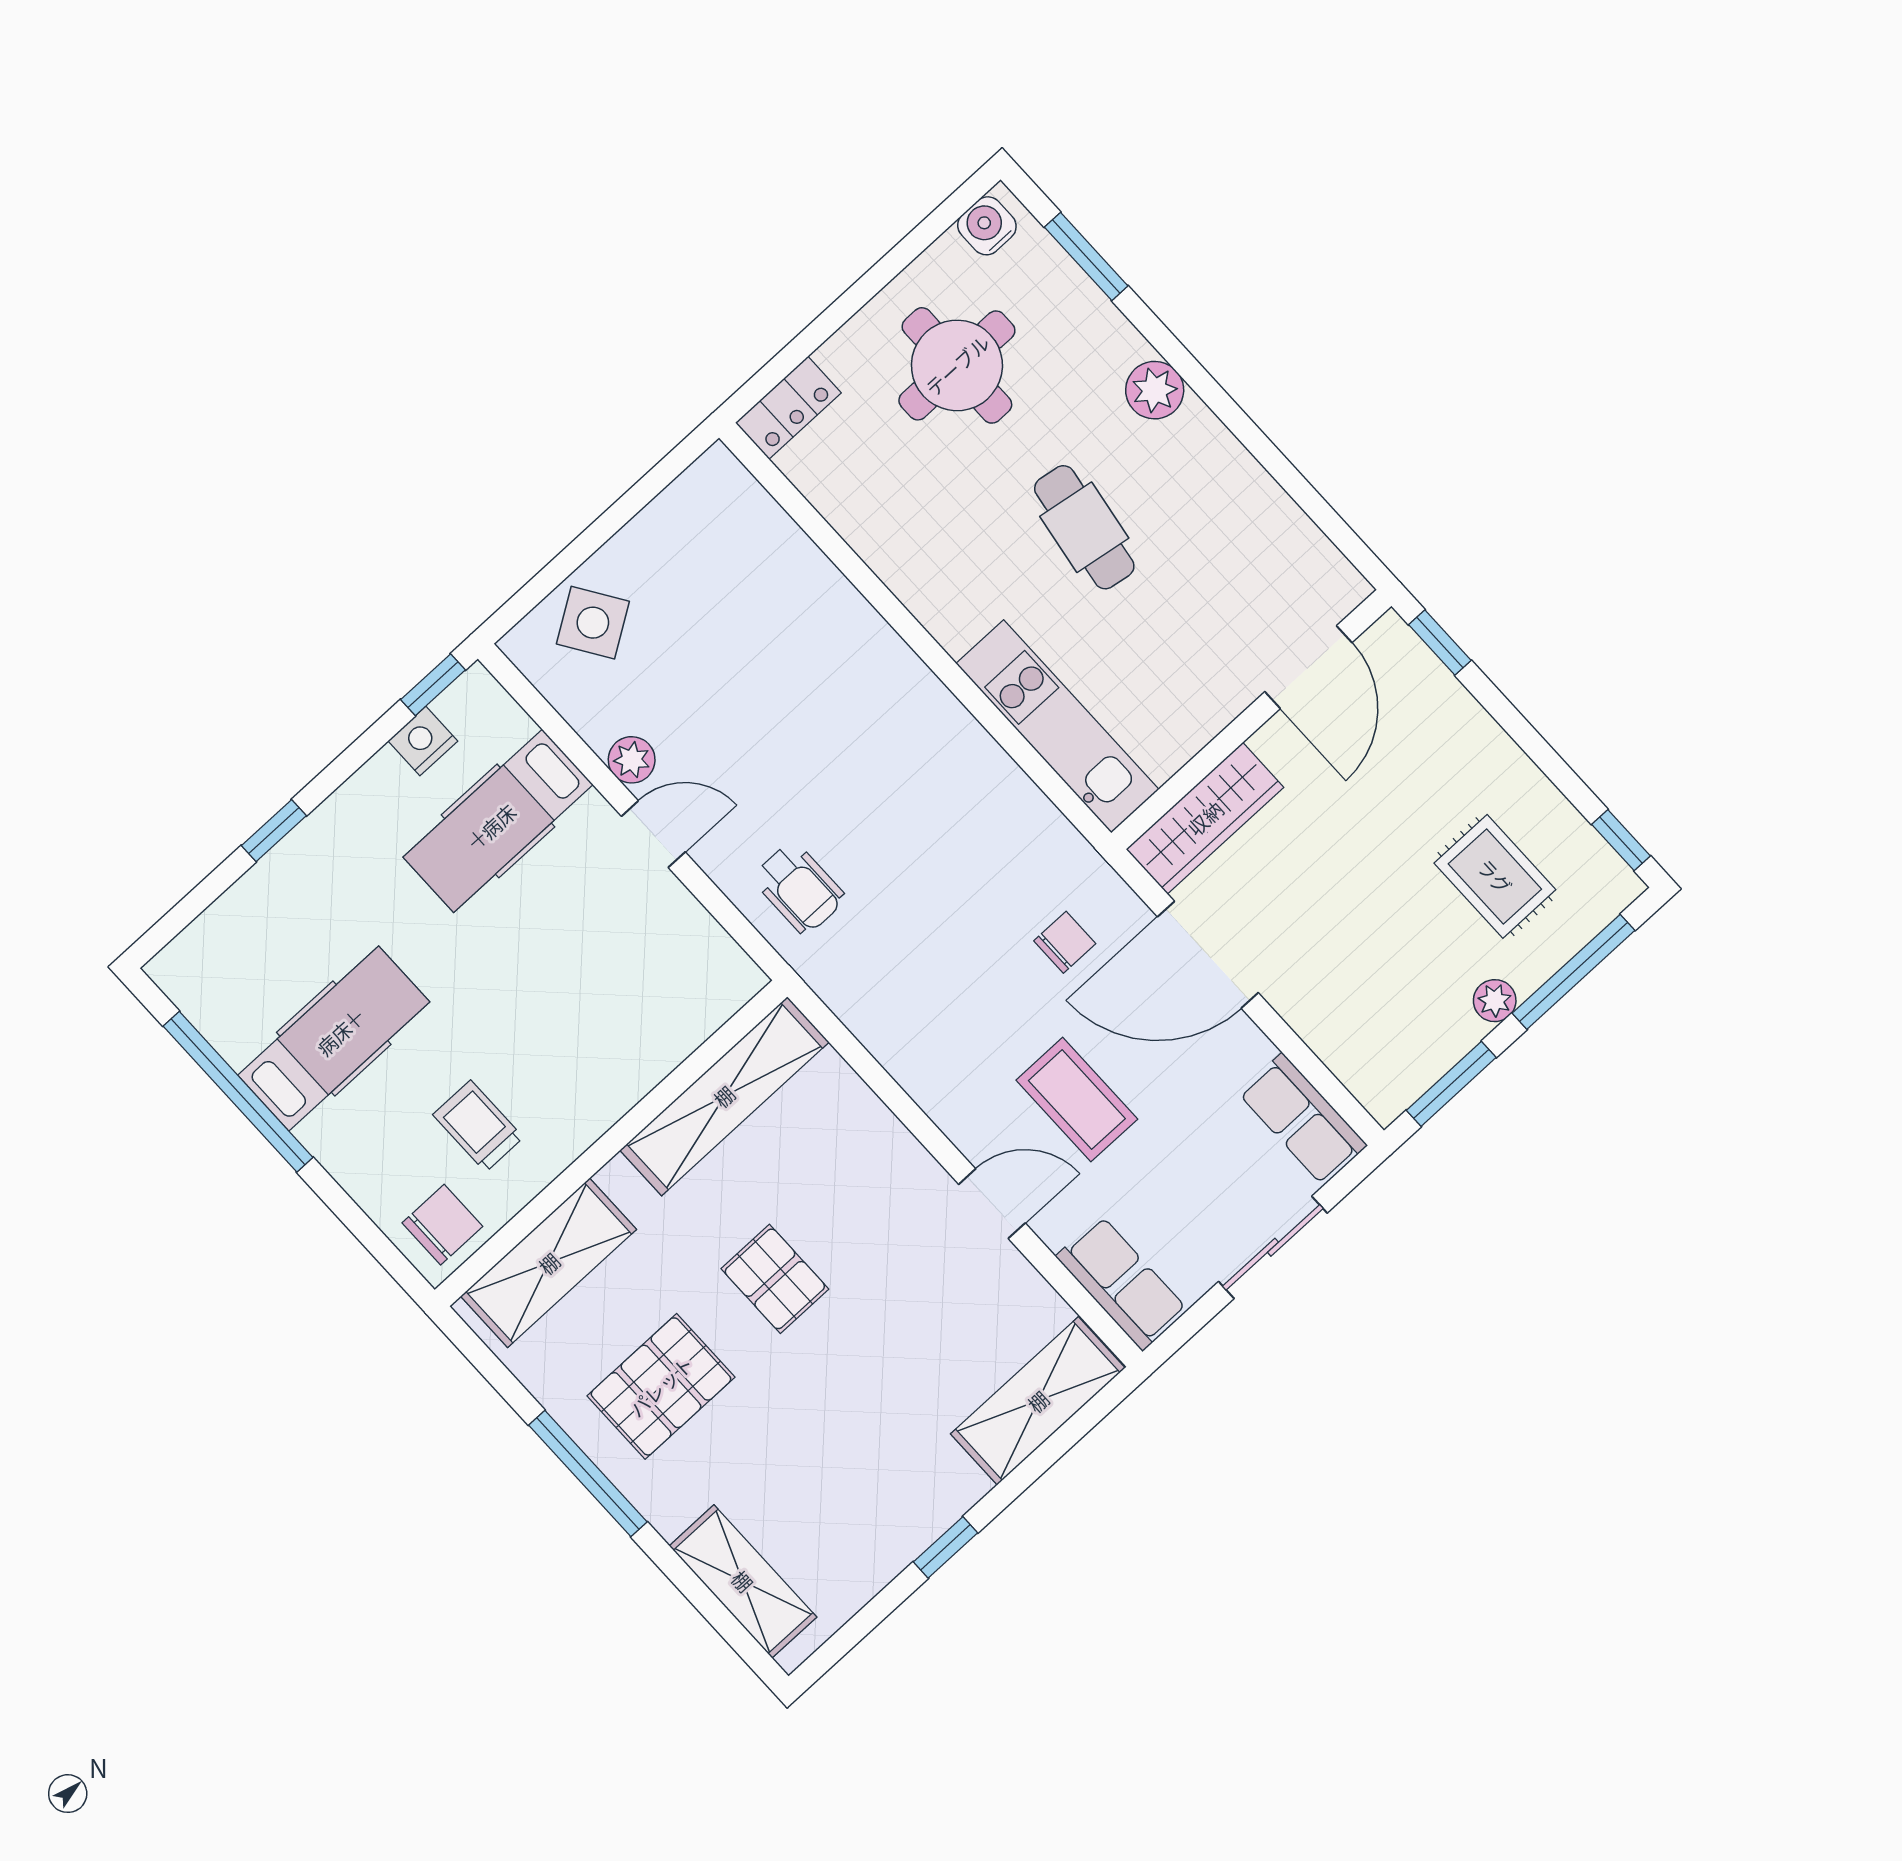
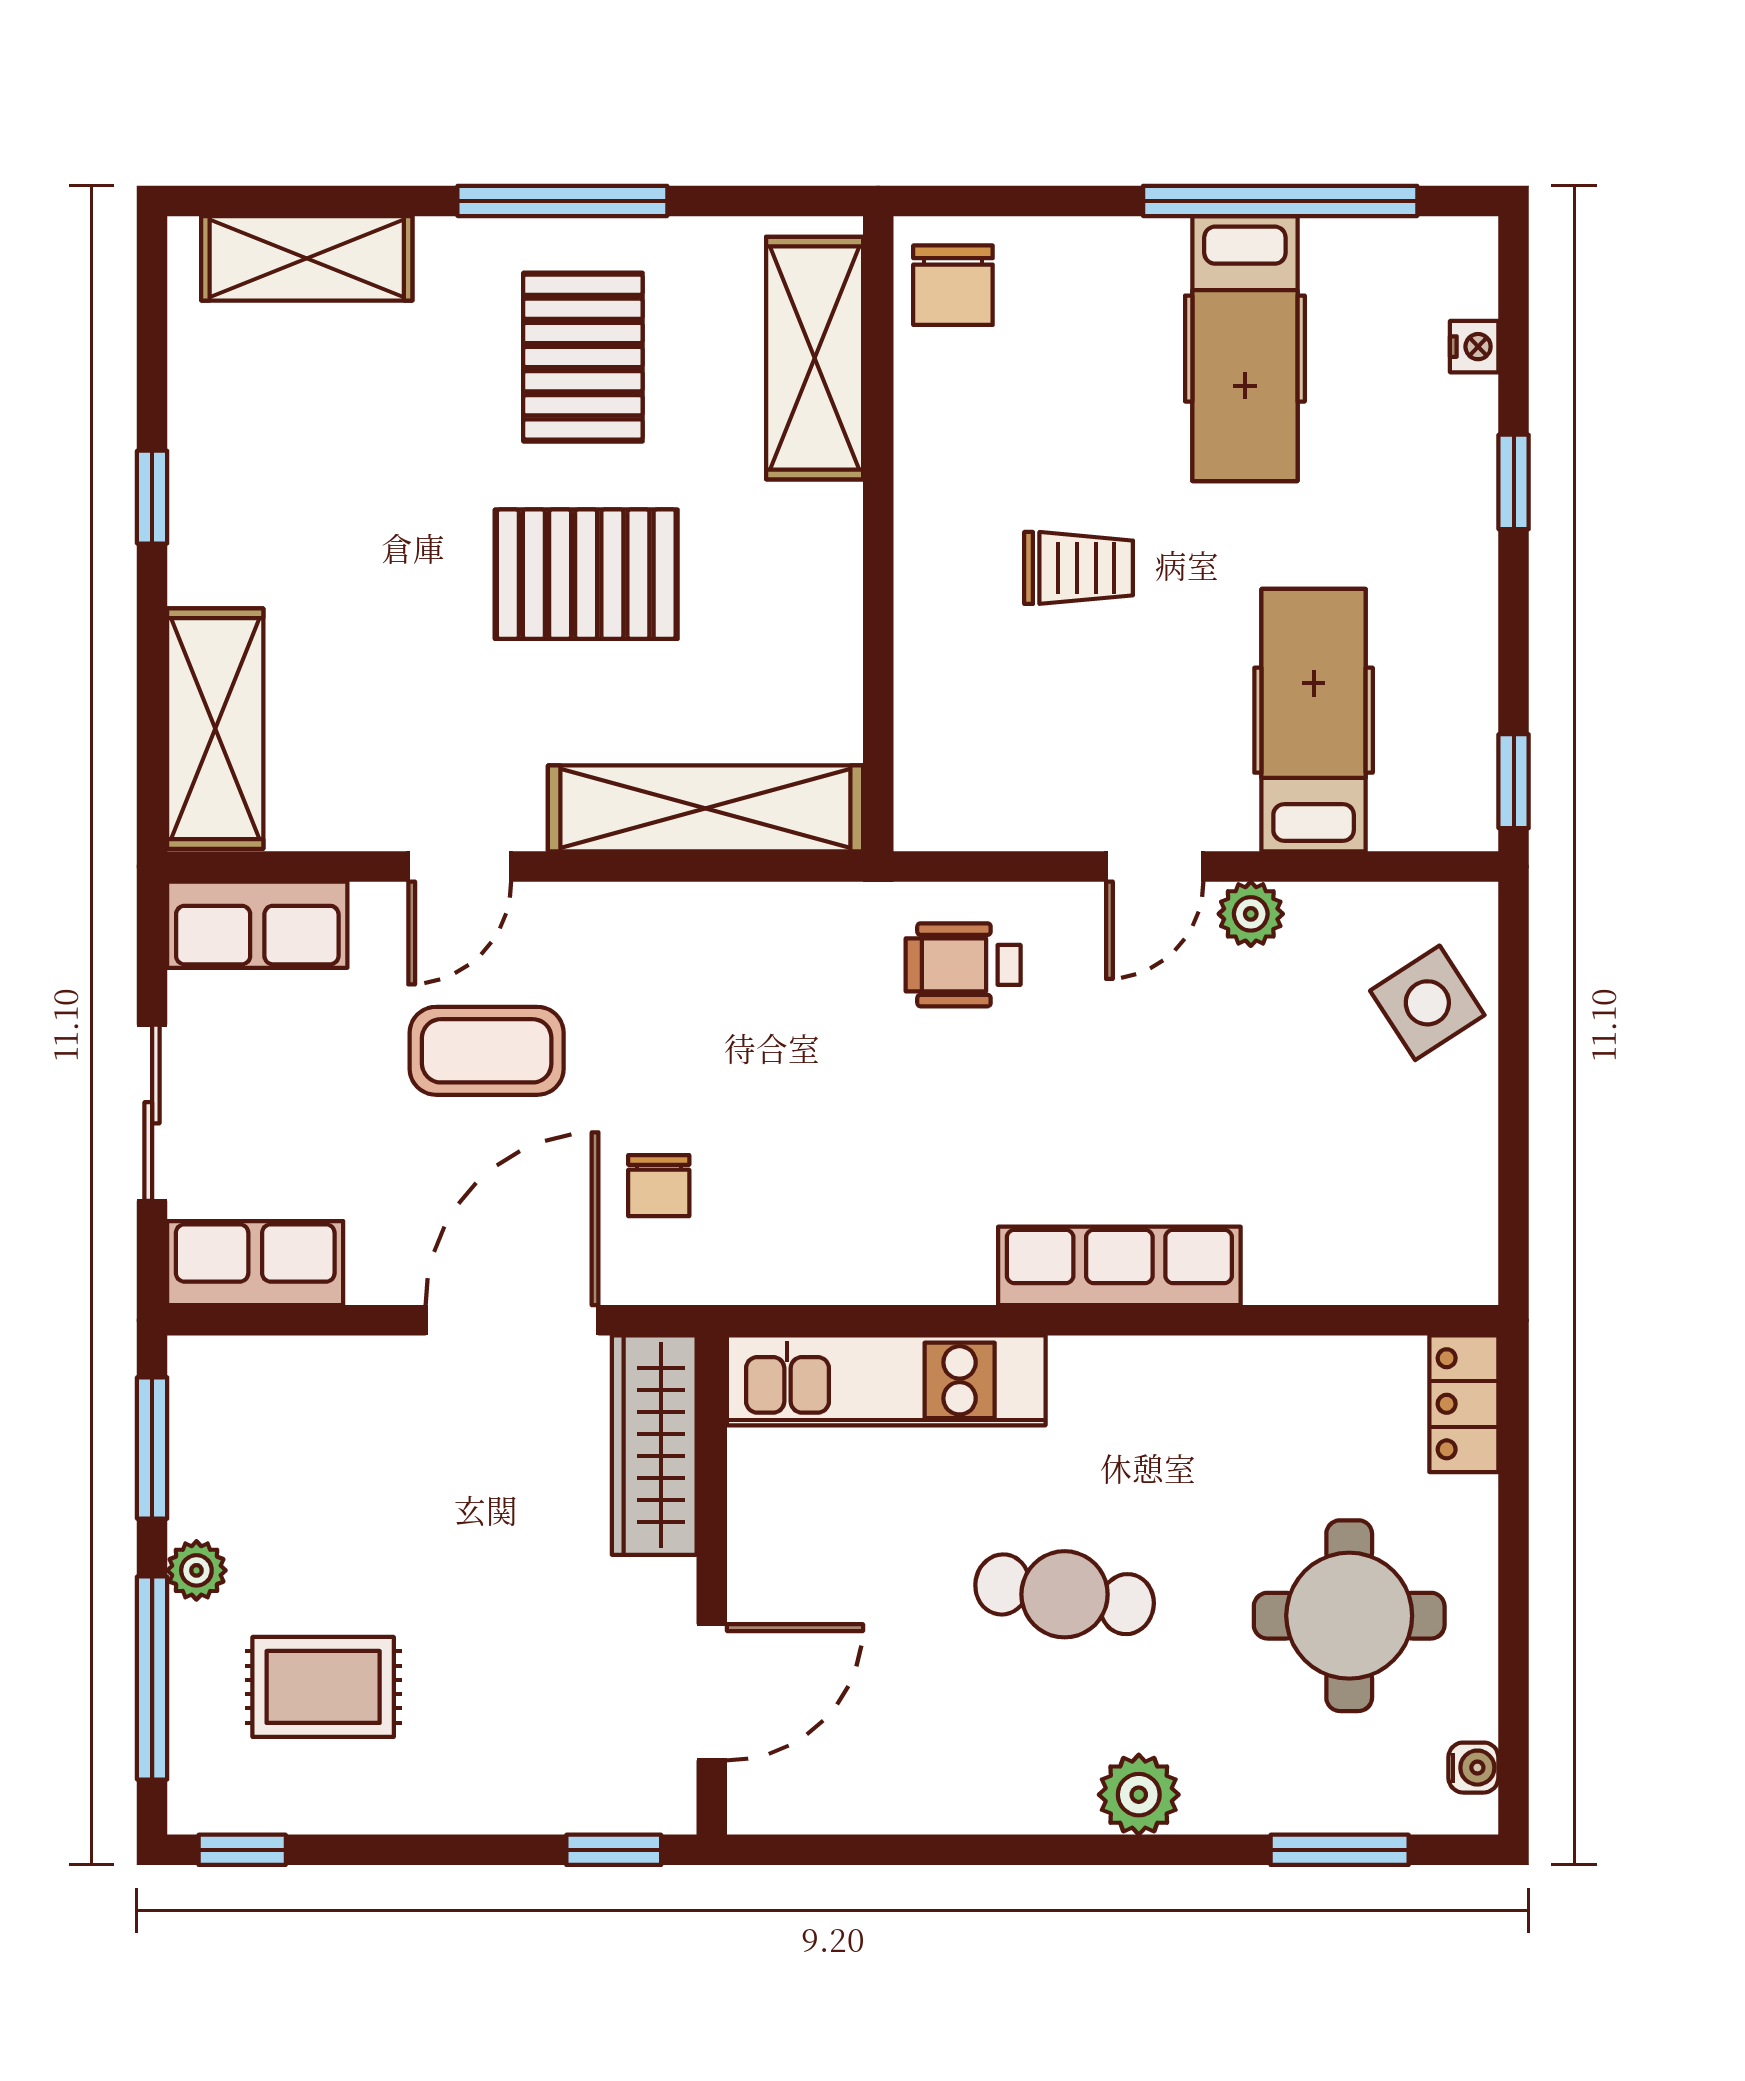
water cooler: (987, 226) -> (1473, 1768), width x0.72, depth x0.72
row of seats: (883, 658) -> (1119, 1266), added
door: (1308, 667) -> (712, 1692), swing flipped
nightstand: (423, 741) -> (1474, 347), moved, width x0.72, depth x0.74
shelving: (724, 1096) -> (705, 808), moved, turned 90
trolley: (478, 1126) -> (1079, 568), moved
pallet: (775, 1279) -> (586, 574), width x1.50, depth x1.42

